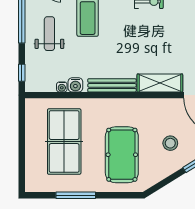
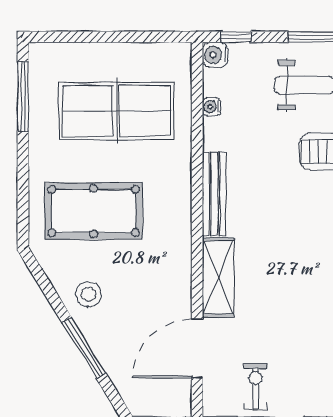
water cooler: (75, 85) -> (215, 55), moved
stool: (170, 143) -> (89, 294), moved
window: (76, 195) -> (23, 96), moved

